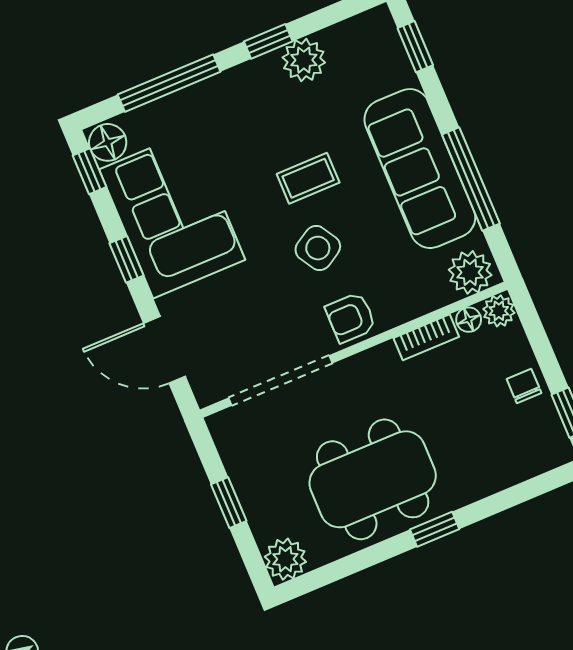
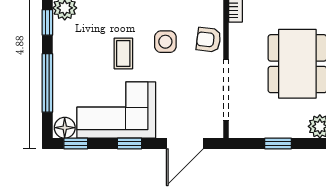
coffee table: (308, 178) -> (123, 53), moved
side table: (318, 248) -> (165, 42), turned 31
armchair: (351, 317) -> (209, 40), turned 97

